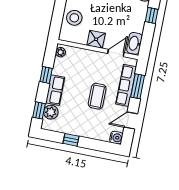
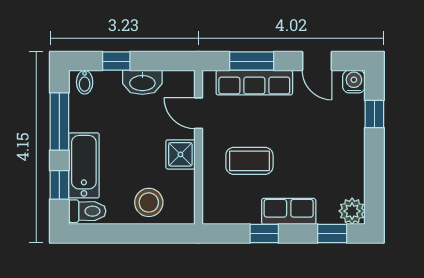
washbasin: (134, 43) -> (142, 82), moved
plant: (60, 52) -> (217, 215), removed
coffee table: (97, 96) -> (249, 161), moved
plant: (51, 112) -> (352, 211), moved
window: (71, 140) -> (374, 114), moved

